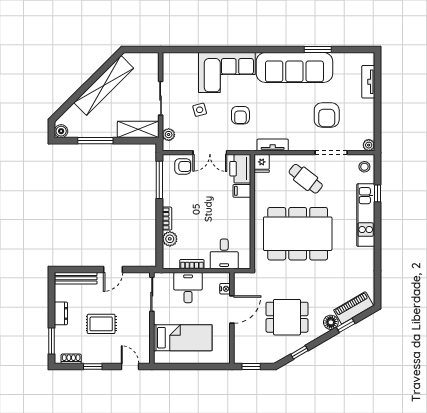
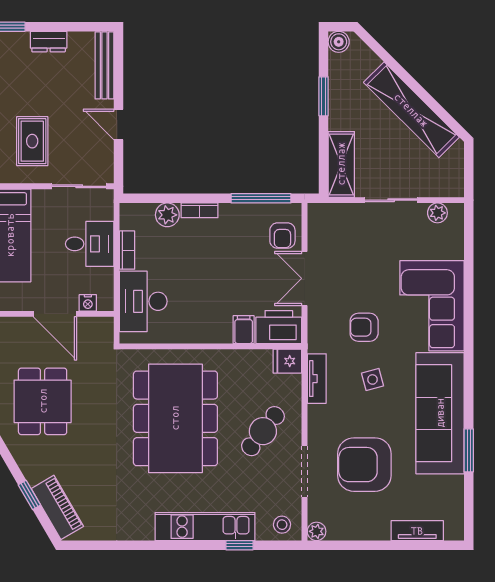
side table: (200, 110) -> (372, 379), moved
armchair: (327, 115) -> (364, 465), width x1.36, depth x1.36
plant: (169, 135) -> (437, 213), moved
window: (95, 141) -> (324, 96), width x0.69
desk: (224, 254) -> (143, 301), width x1.37
floor lamp: (331, 322) -> (34, 471), removed
rug: (101, 324) -> (32, 141), moved

